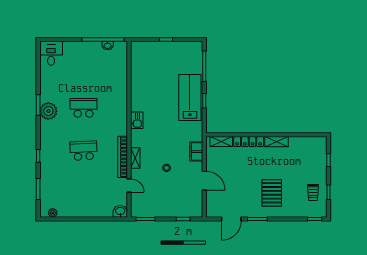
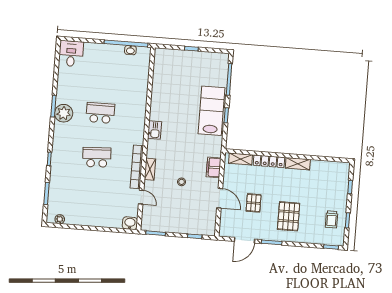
pallet: (237, 183) -> (254, 203), added

